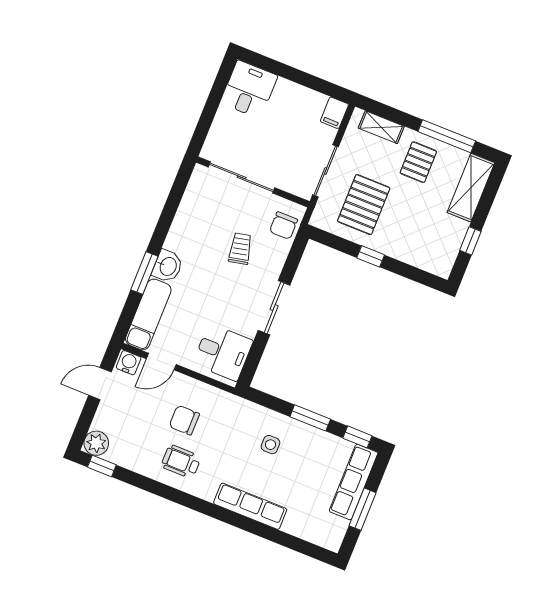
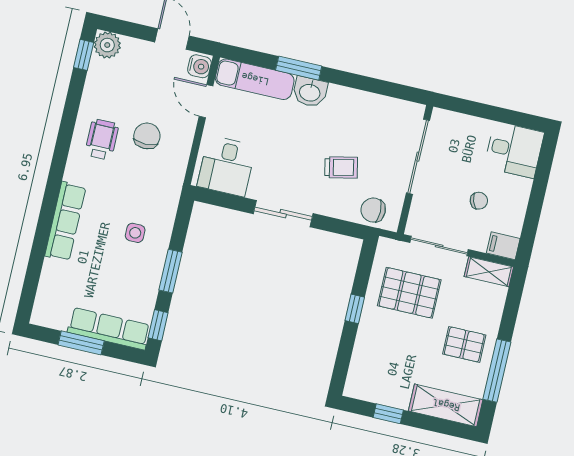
shelving: (381, 127) -> (489, 272), moved, turned 90
chair: (290, 128) -> (479, 201), added

